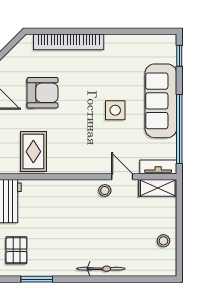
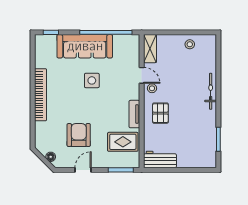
bookcase: (69, 42) -> (41, 95), moved
floor lamp: (13, 55) -> (51, 157), added
tv unit: (158, 167) -> (134, 114), moved
door: (122, 177) -> (142, 75), swing flipped
pallet: (16, 250) -> (160, 113), moved, turned 90

